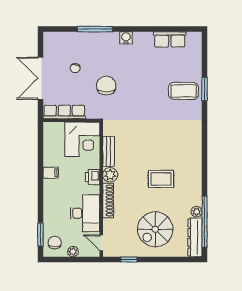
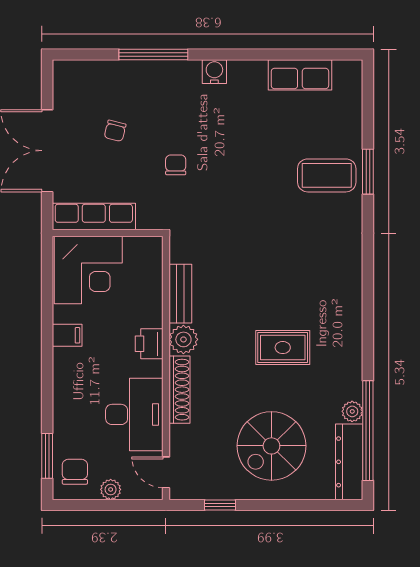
chair: (106, 86) -> (176, 165), width x0.54, depth x0.54
corner desk: (82, 139) -> (88, 270), moved

